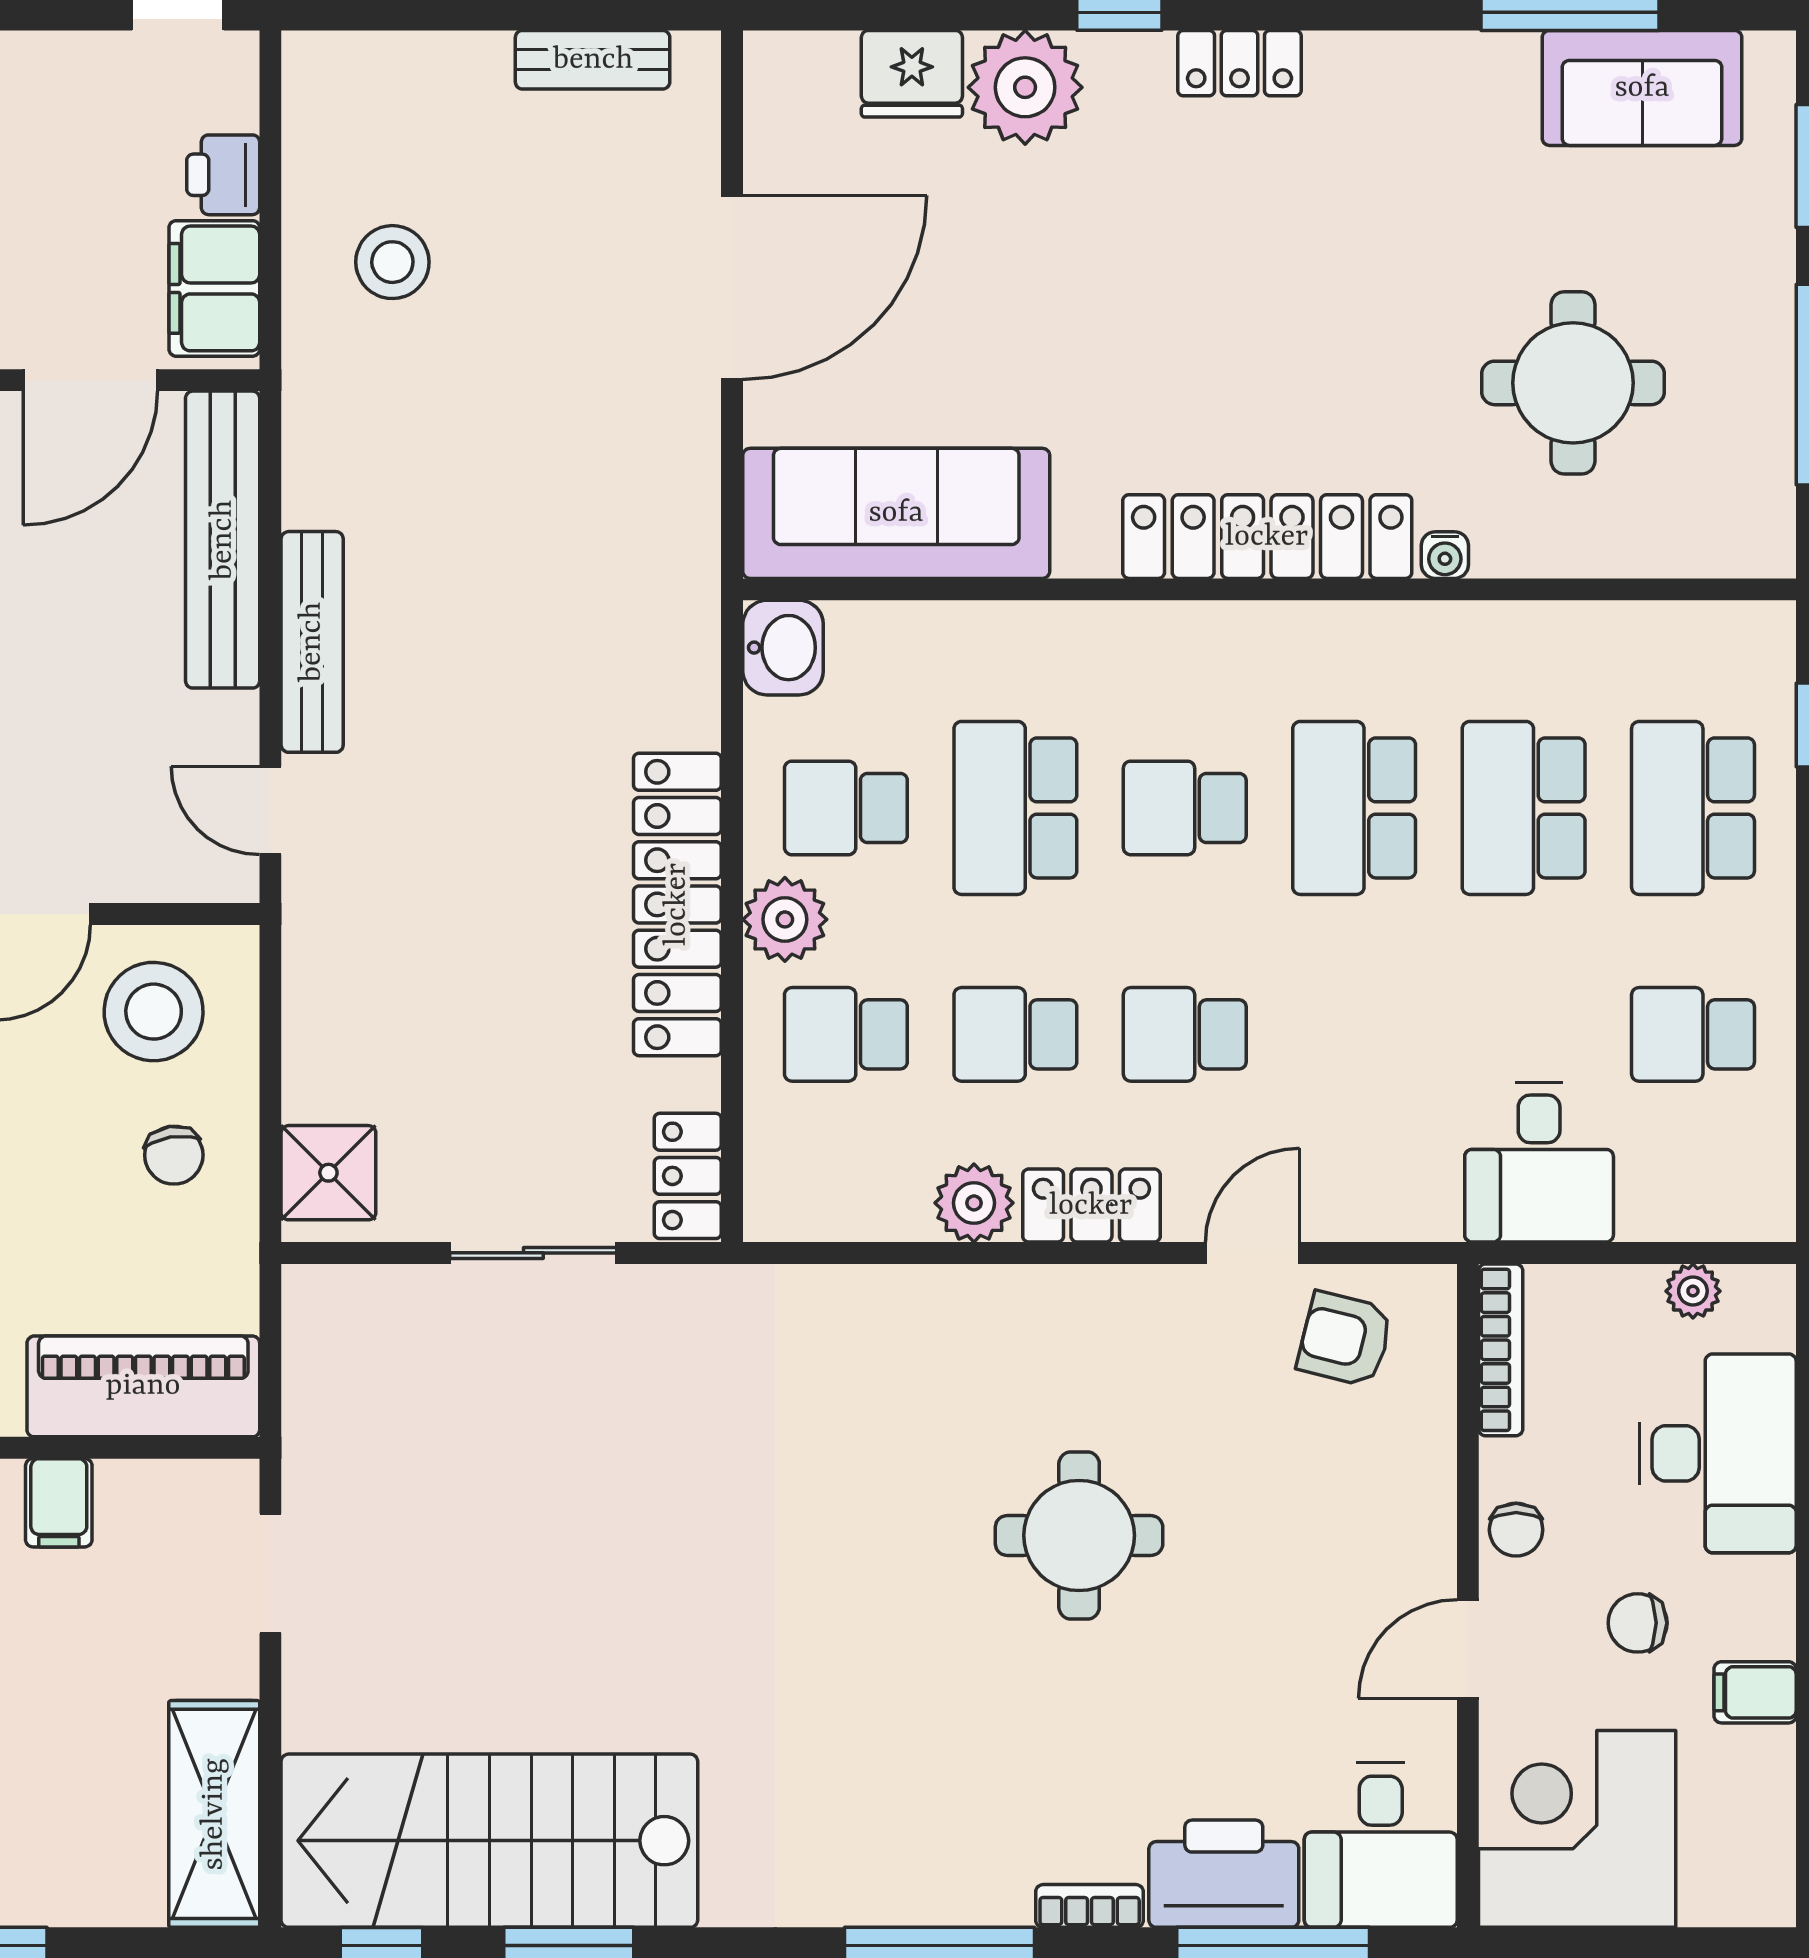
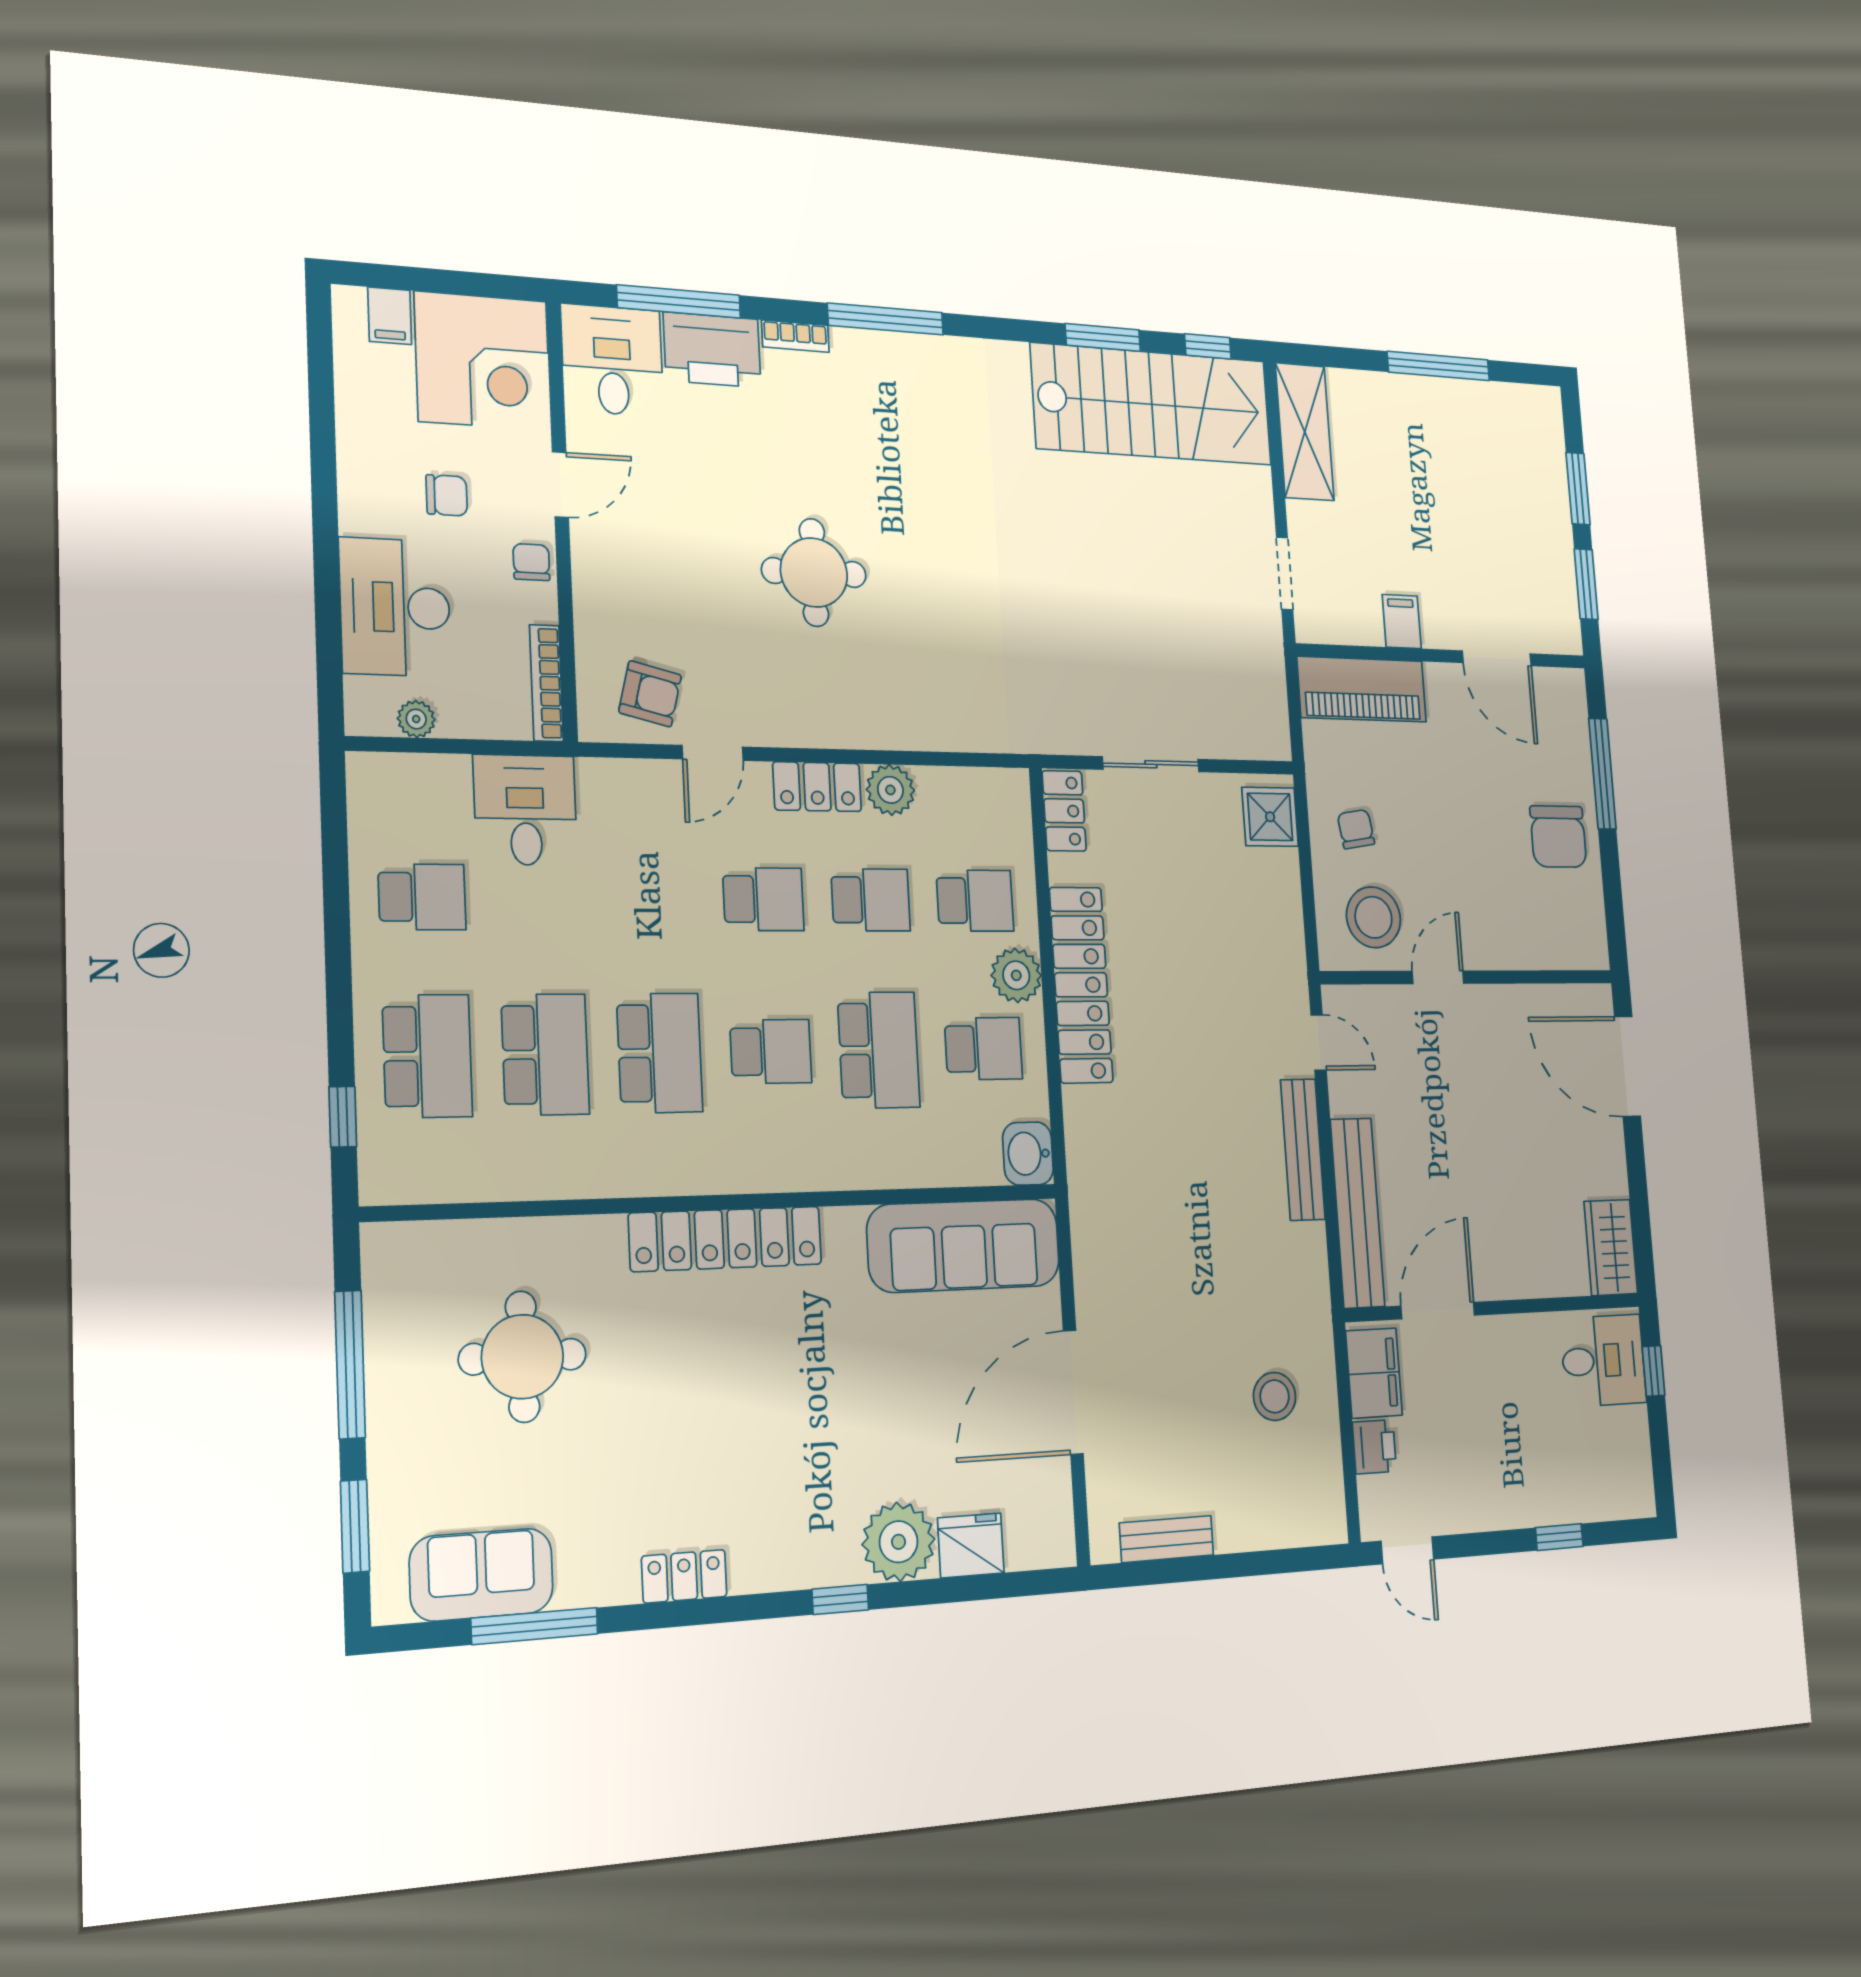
locker: (1240, 63) -> (684, 1576), moved
water cooler: (1445, 555) -> (606, 1230), removed
filing cabinet: (1755, 1692) -> (390, 316), moved, turned 90

